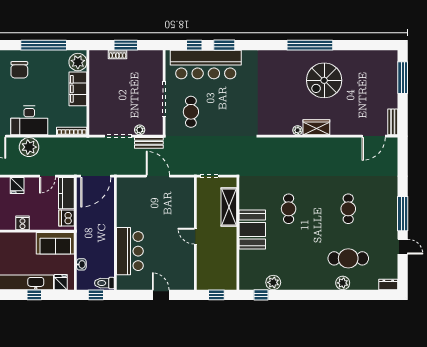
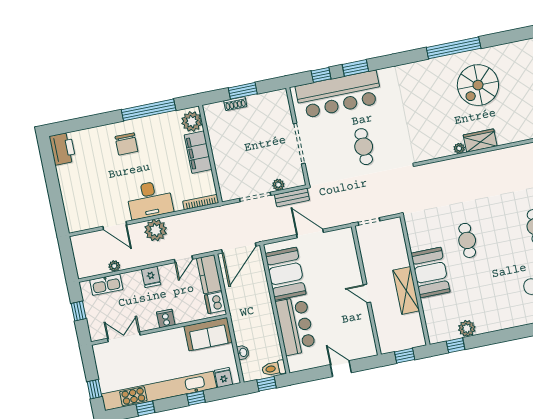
cafe table: (191, 112) -> (364, 147), moved
booth: (131, 206) -> (286, 274), added
shelving: (229, 207) -> (406, 291), moved

